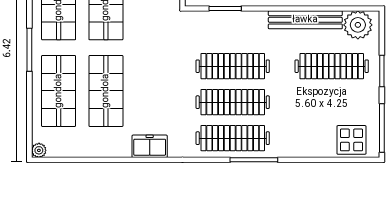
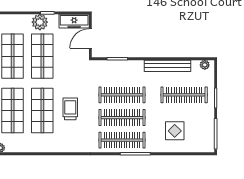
plant: (358, 25) -> (205, 65), width x0.53, depth x0.53
trolley: (150, 88) -> (70, 109), added
display table: (351, 140) -> (175, 131), moved
freezer: (150, 146) -> (70, 145), removed

